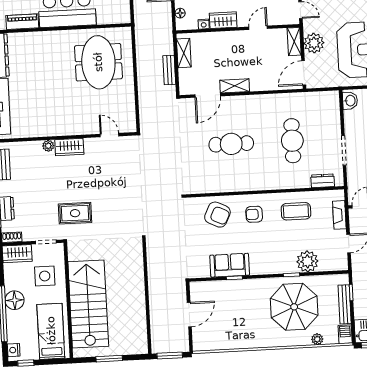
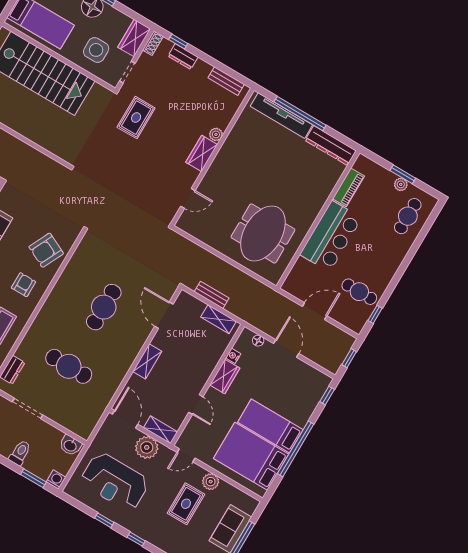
meeting table: (98, 62) -> (263, 233), turned 90
shelving: (235, 86) -> (147, 361), moved

